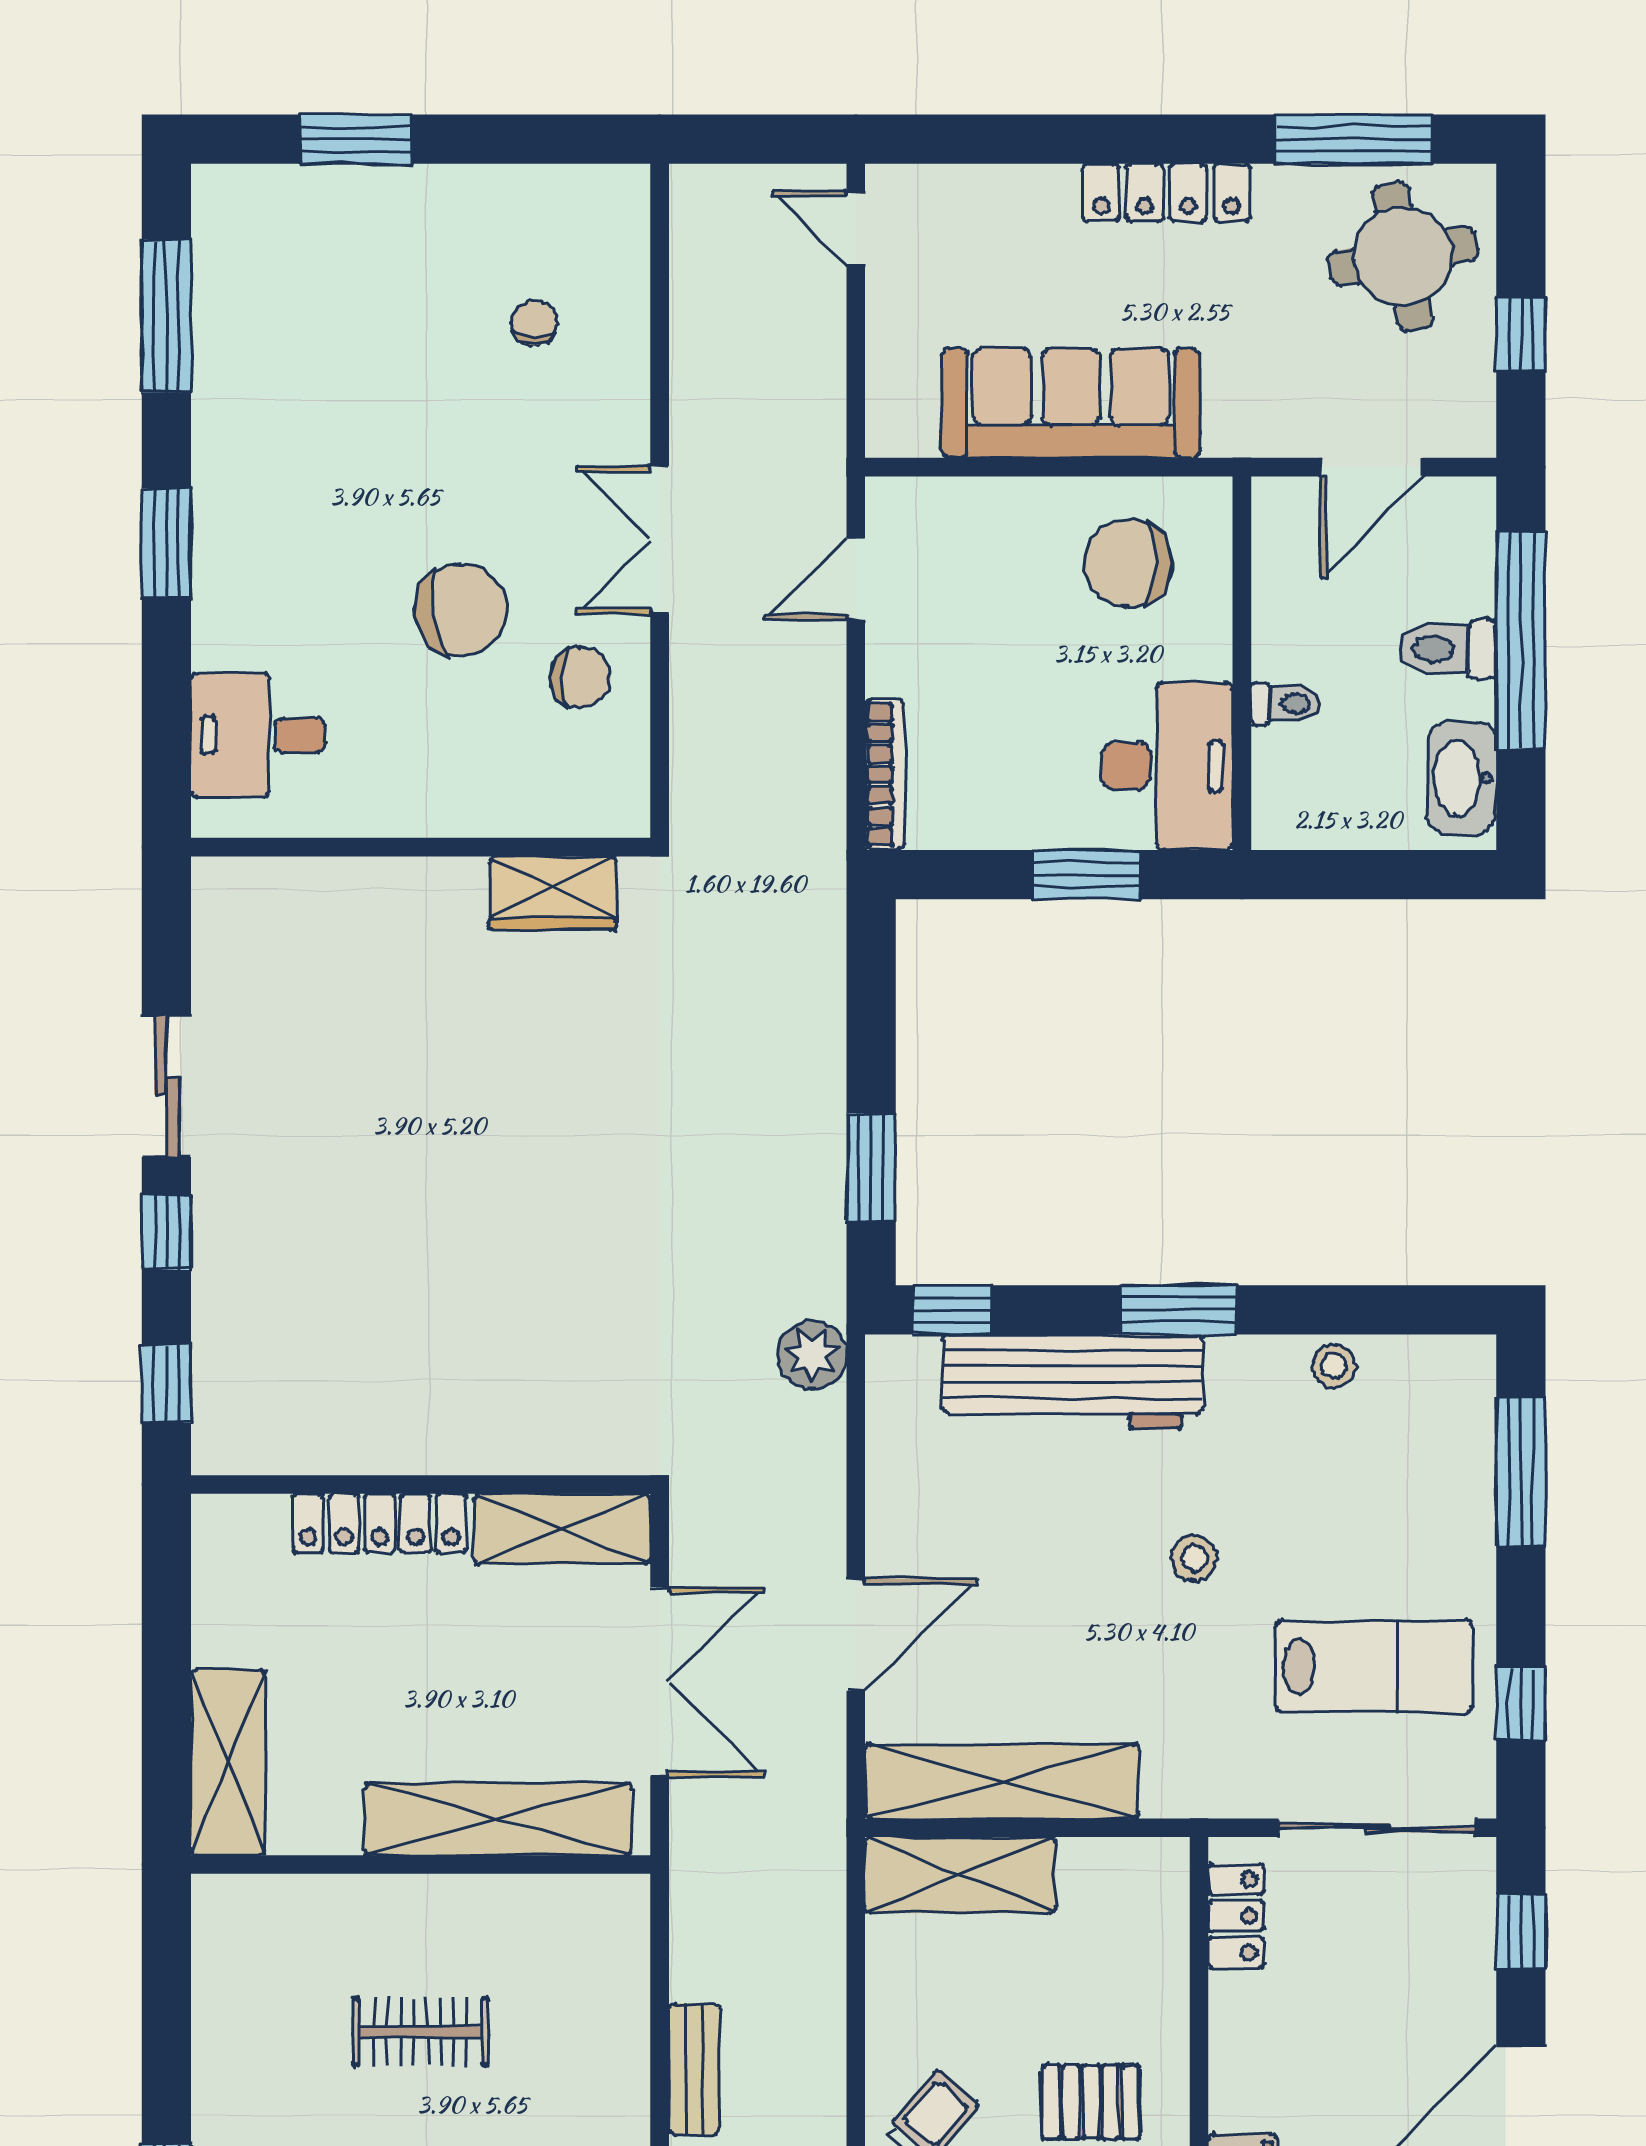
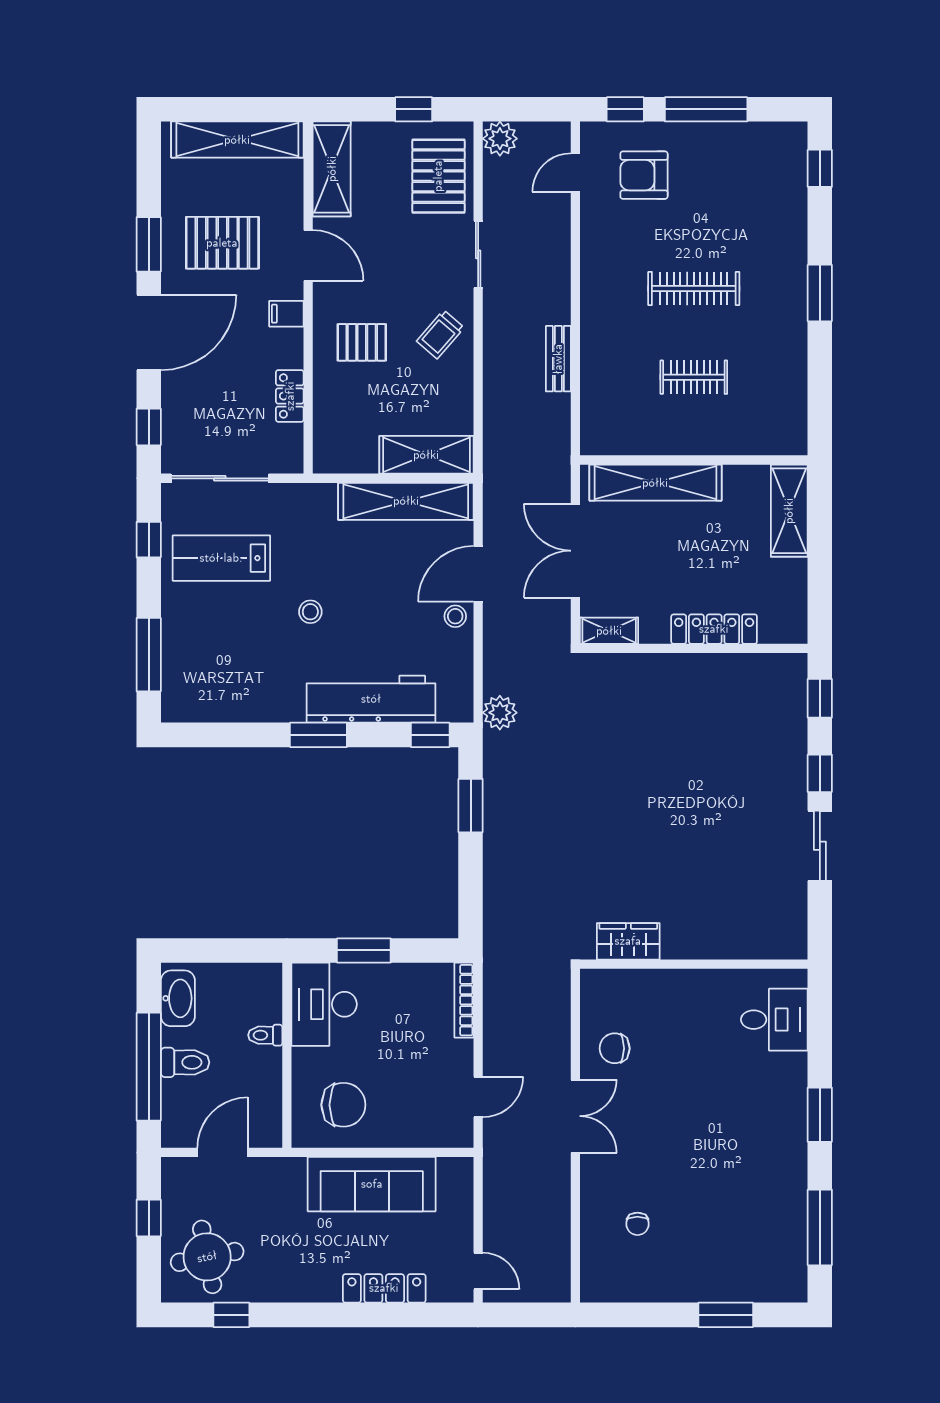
window: (1354, 139) -> (231, 1315), width x0.46
locker: (1166, 193) -> (384, 1288), moved
chair: (461, 610) -> (674, 1082), removed
stool: (1334, 1366) -> (455, 616), moved
shelving: (562, 1529) -> (609, 631), width x0.67, depth x0.75
locker: (1236, 1916) -> (290, 396), moved

